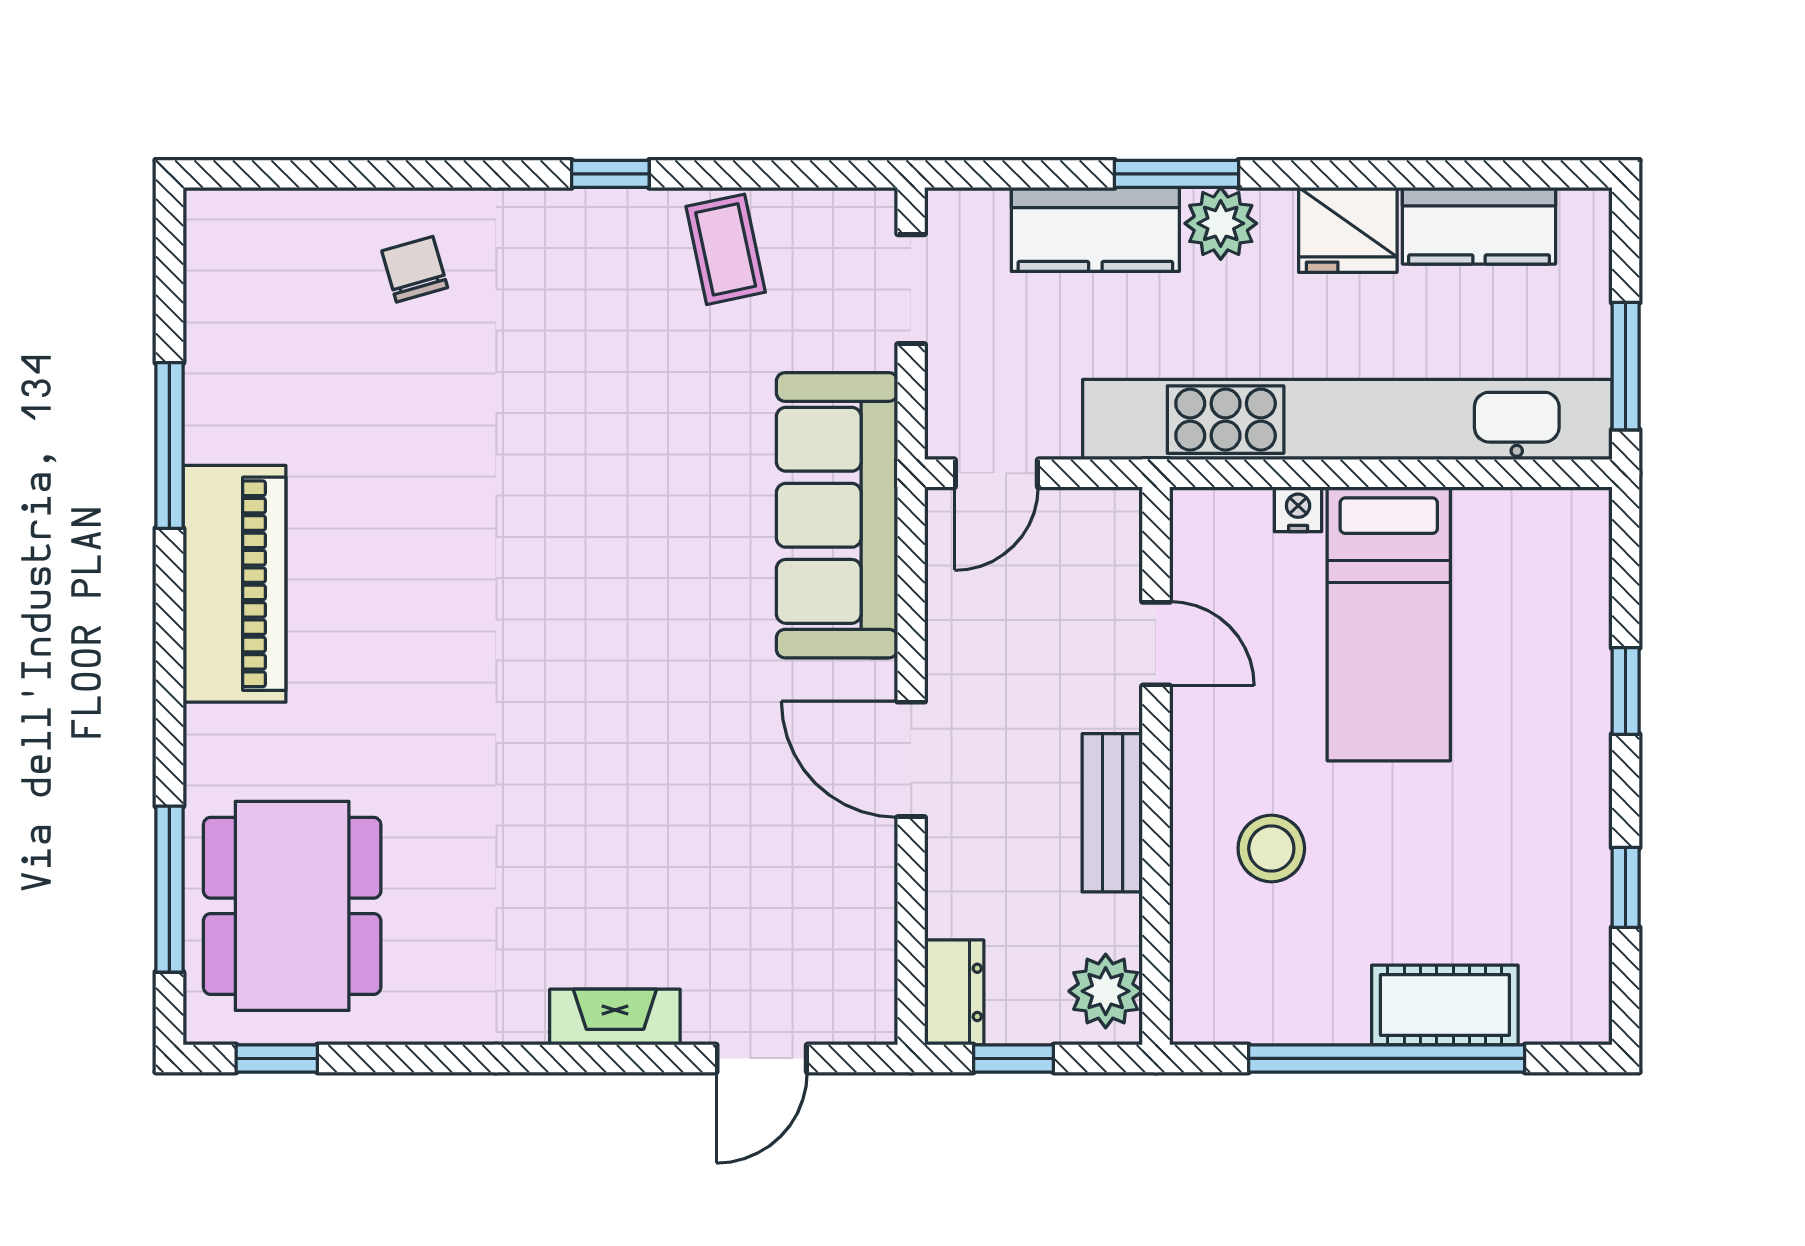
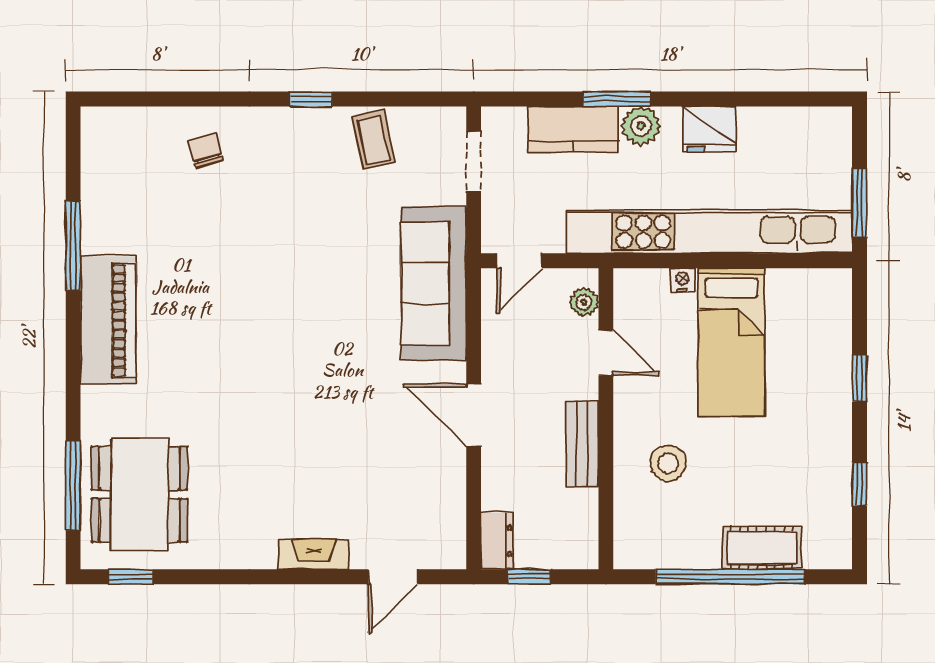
kitchen counter: (1479, 226) -> (780, 127), removed
plant: (1106, 991) -> (584, 302), moved, width x0.73, depth x0.73

